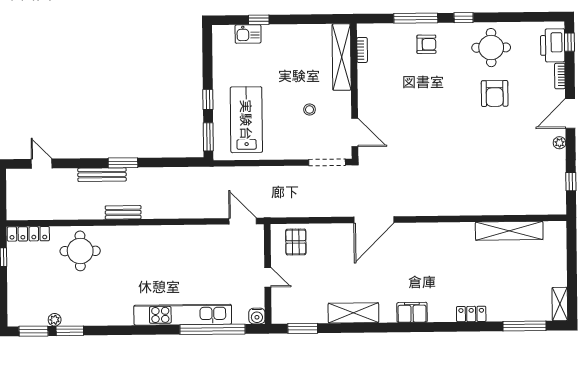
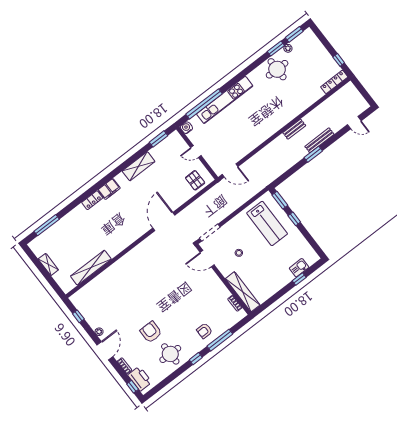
round table: (80, 251) -> (277, 69), moved
shelving: (560, 304) -> (48, 264), moved
locker: (471, 314) -> (92, 200), moved

